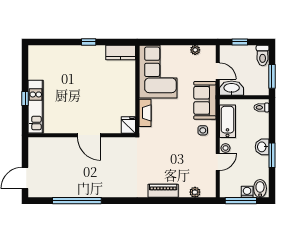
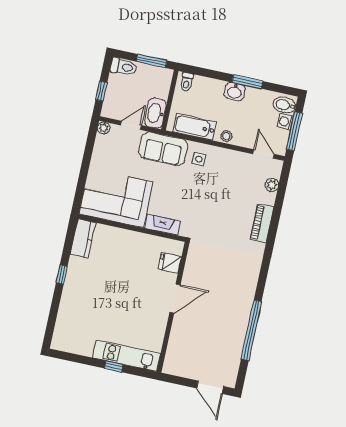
plant: (195, 50) -> (104, 128), moved
fridge: (128, 125) -> (170, 263), moved
door: (218, 162) -> (264, 154), moved

